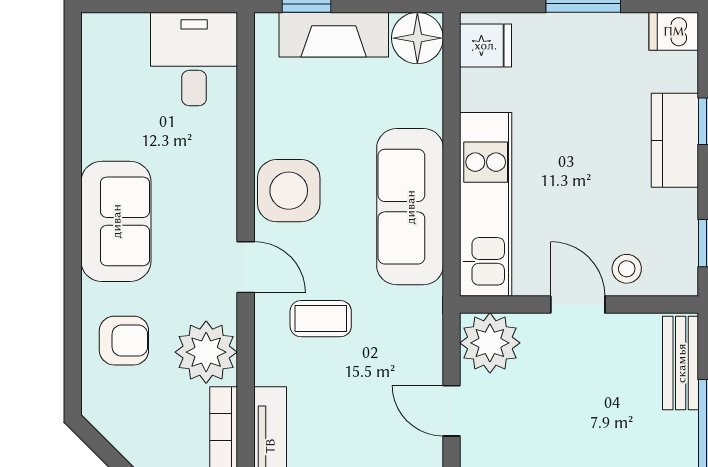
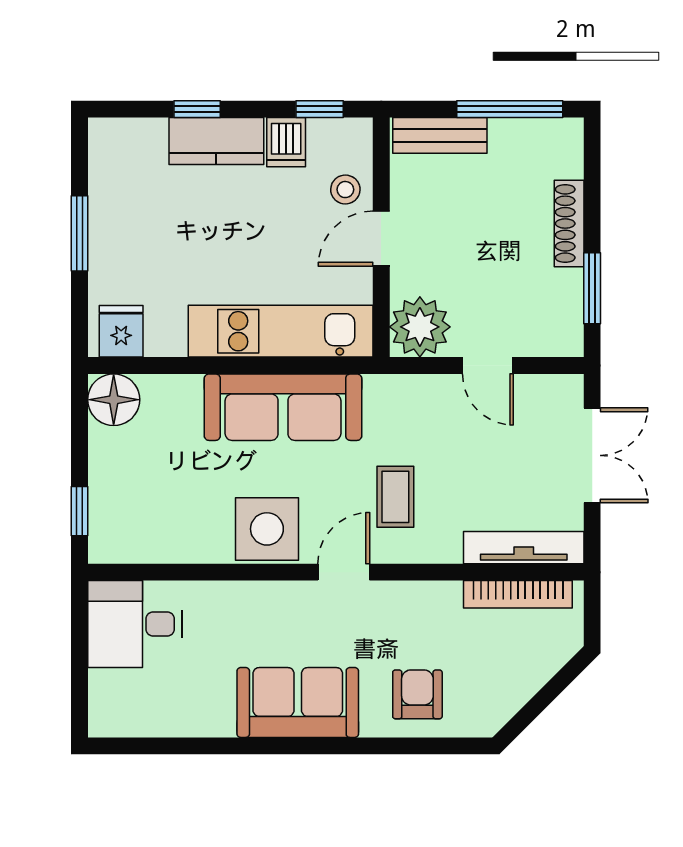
dishwasher: (674, 31) -> (286, 142), moved
fireplace: (334, 35) -> (110, 484), removed
plant: (206, 352) -> (429, 612), removed
door: (451, 411) -> (488, 366), hinge flipped

